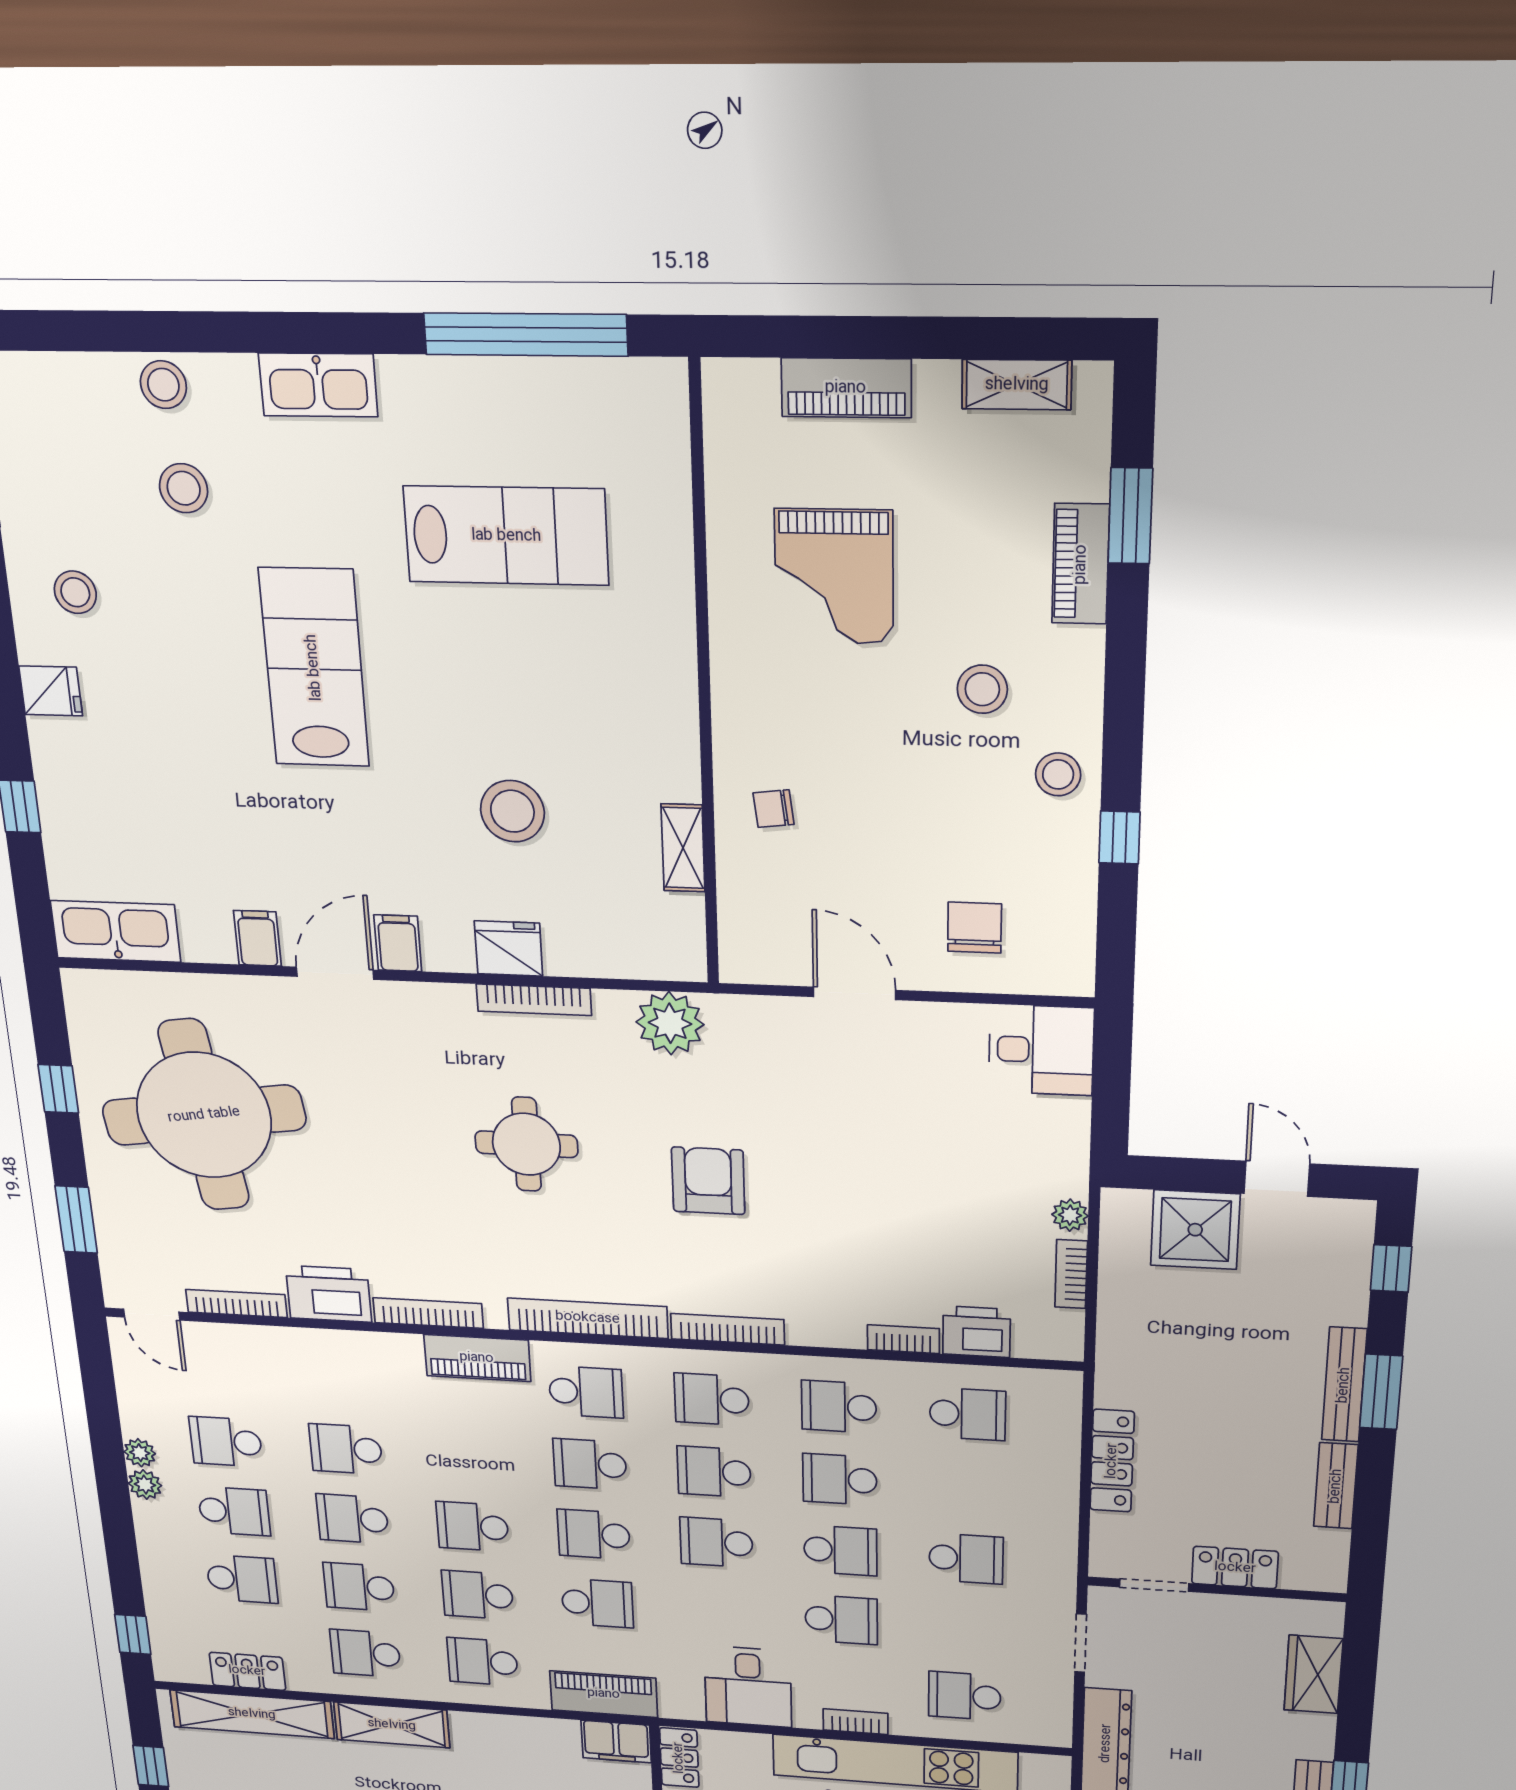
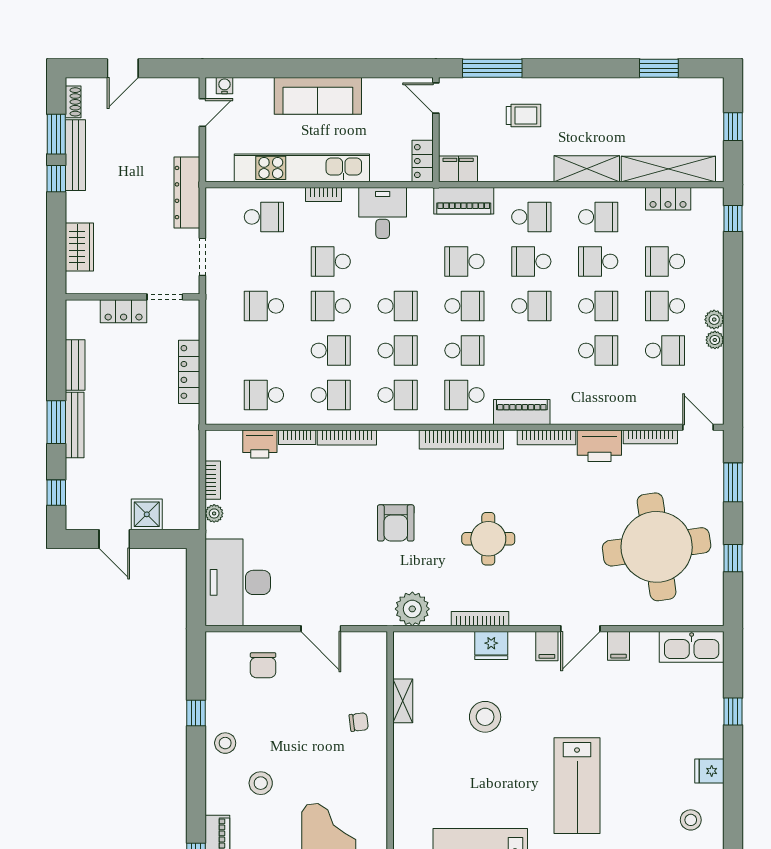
desk: (1041, 1050) -> (238, 582), width x1.87, depth x1.30
shower: (1195, 1230) -> (147, 514), width x0.73, depth x0.73
bookcase: (728, 1329) -> (347, 438), moved
school desk: (359, 1587) -> (598, 261), turned 180
school desk: (478, 1595) -> (531, 261), turned 180

